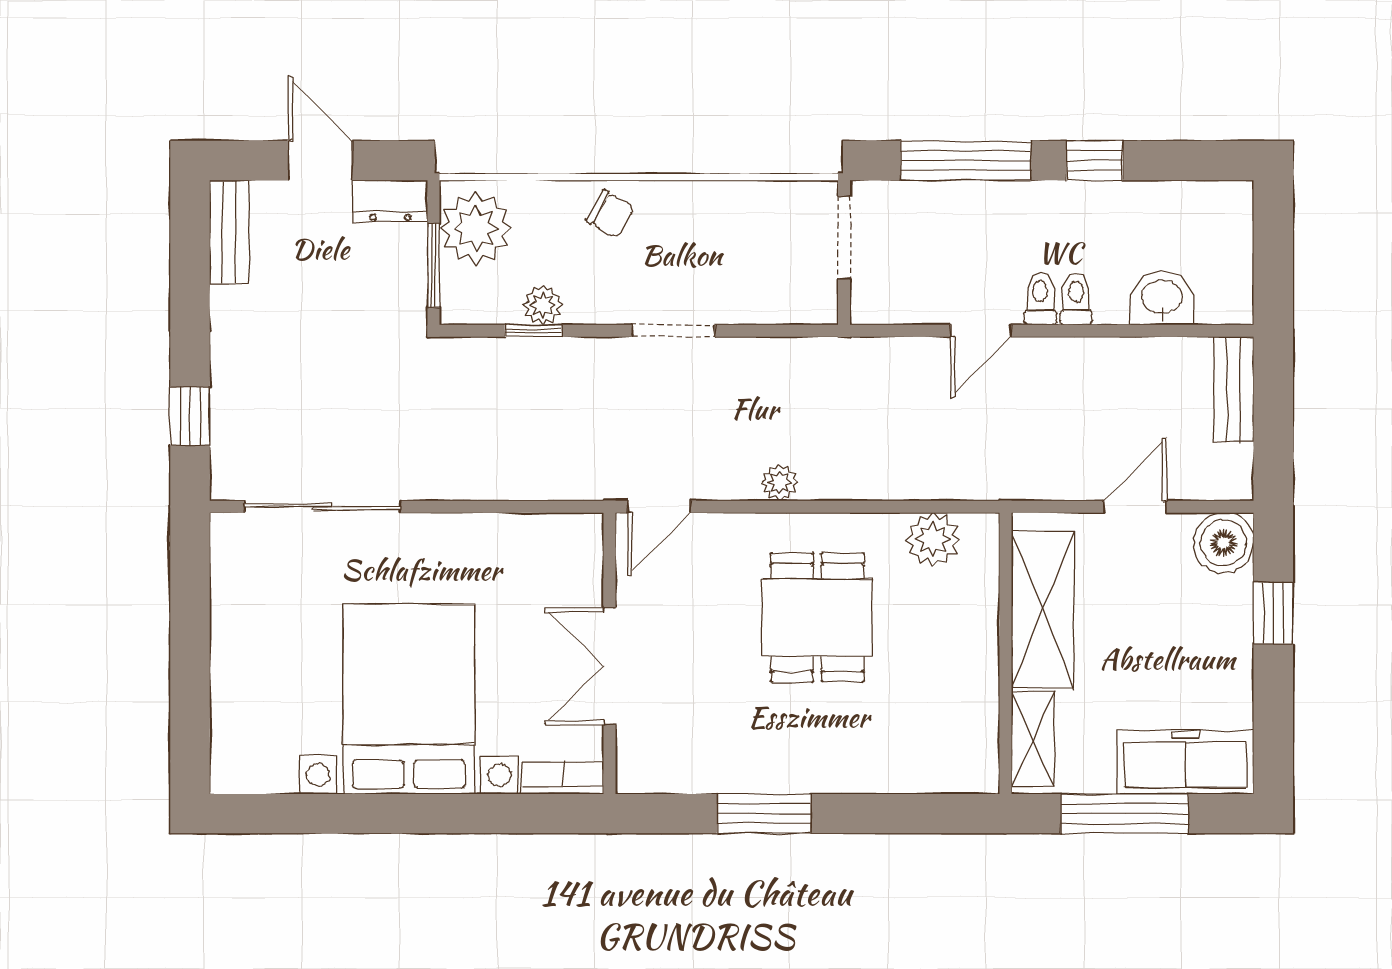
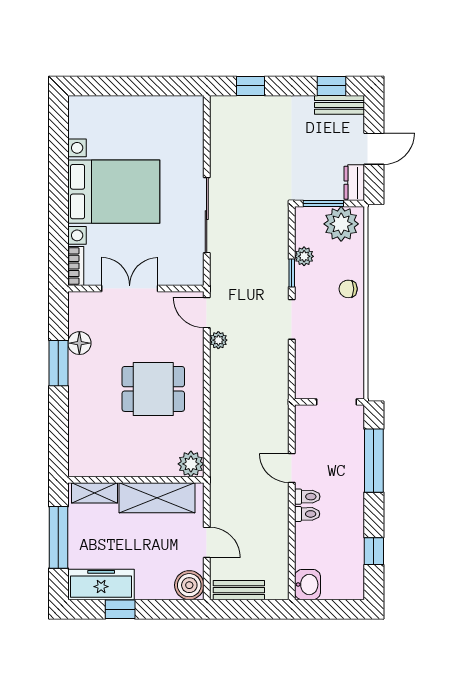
window: (1095, 161) -> (374, 551), moved
chair: (610, 214) -> (348, 289), turned 60
window: (190, 248) -> (331, 86), added
washbasin: (1162, 298) -> (307, 585), moved
window: (534, 331) -> (292, 273), moved
bench: (1234, 389) -> (239, 590), moved
plant: (779, 483) -> (218, 340), moved
sliding door: (323, 507) -> (207, 215), moved
plant: (933, 539) -> (191, 464), moved
window: (1273, 613) -> (120, 609), moved
freezer: (1185, 762) -> (101, 584), moved, turned -90
floor lamp: (722, 770) -> (79, 343), added

